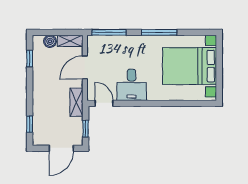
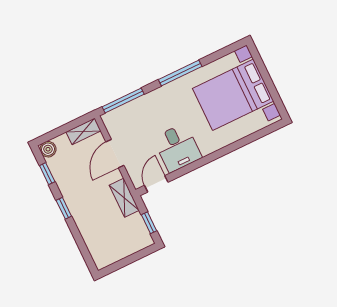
boiler: (50, 41) -> (48, 149), moved
door: (104, 103) -> (156, 184), hinge flipped
window: (30, 124) -> (64, 208), moved
door: (61, 148) -> (132, 258), removed

